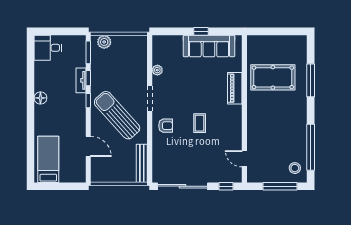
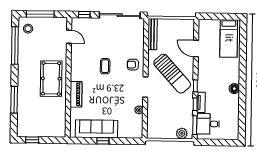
window: (288, 31) -> (32, 140), added
desk: (48, 48) -> (208, 124), moved, turned 180
pool table: (273, 77) -> (51, 79), moved, turned 90

